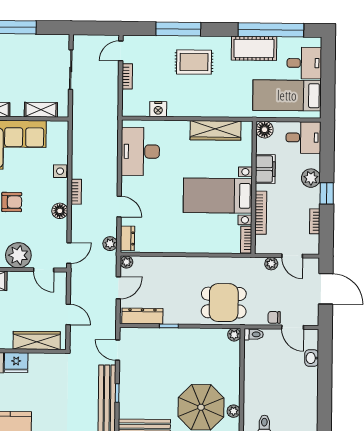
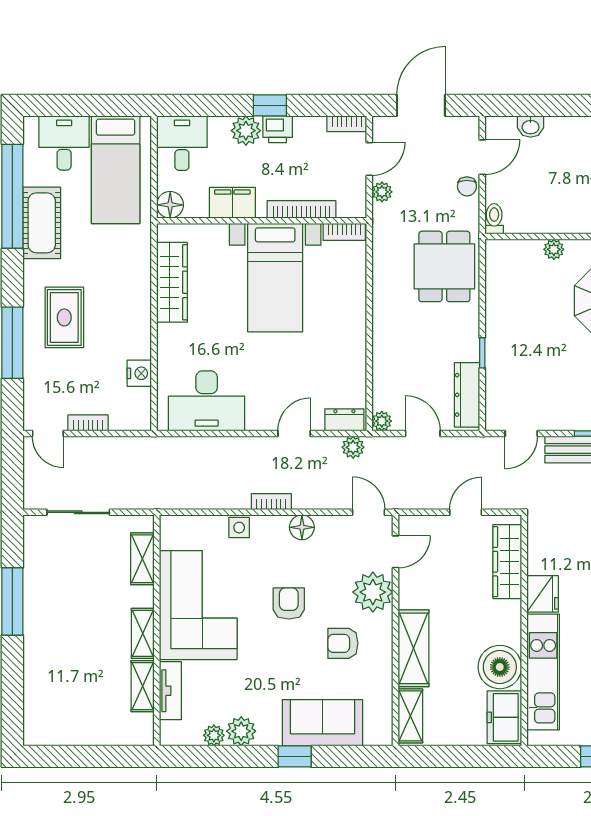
printer: (312, 198) -> (278, 129), added
bookcase: (315, 221) -> (347, 124), moved
plant: (234, 335) -> (554, 249), moved

